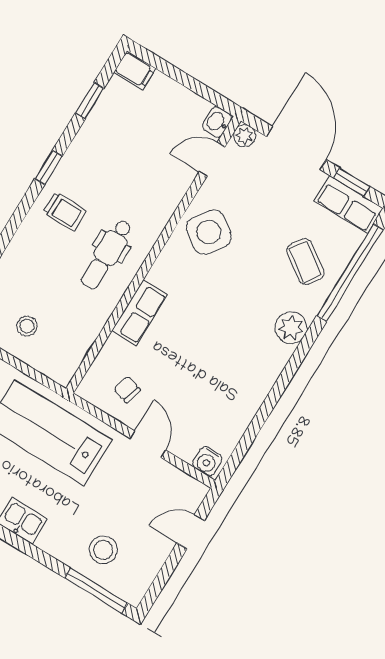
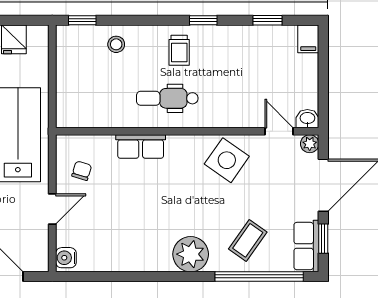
stool: (27, 326) -> (116, 44), moved
plant: (291, 328) -> (191, 254), width x1.36, depth x1.36

